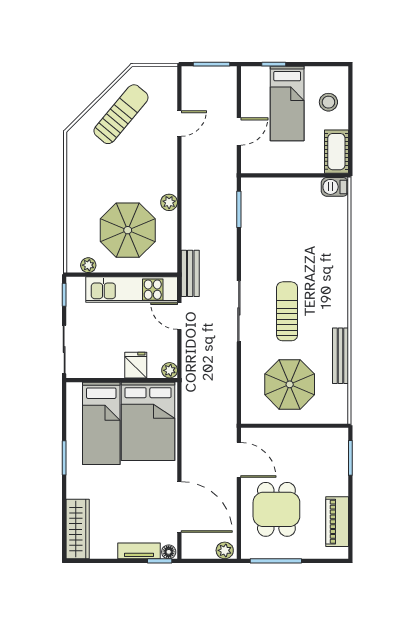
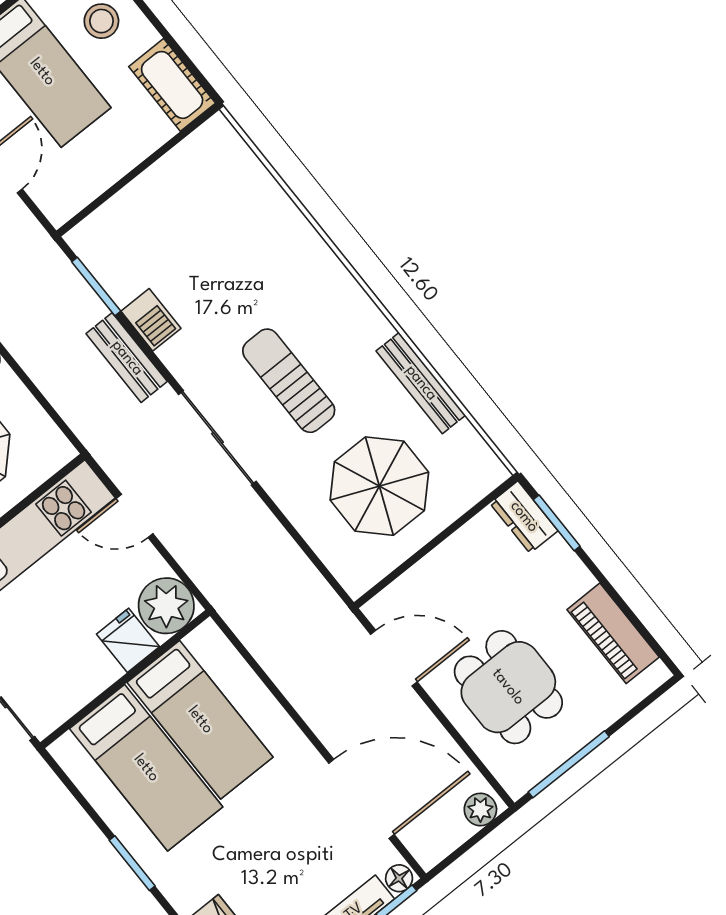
barbecue: (335, 187) -> (151, 320), moved, turned -90
bench: (190, 273) -> (127, 358), moved
plant: (170, 370) -> (166, 606), width x1.87, depth x1.87
bed: (148, 421) -> (200, 720), width x0.67
dresser: (339, 445) -> (524, 517), added

